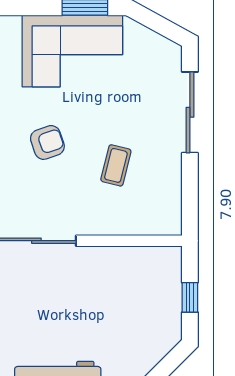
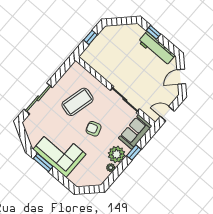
coffee table: (116, 165) -> (78, 102), width x1.86, depth x1.72

